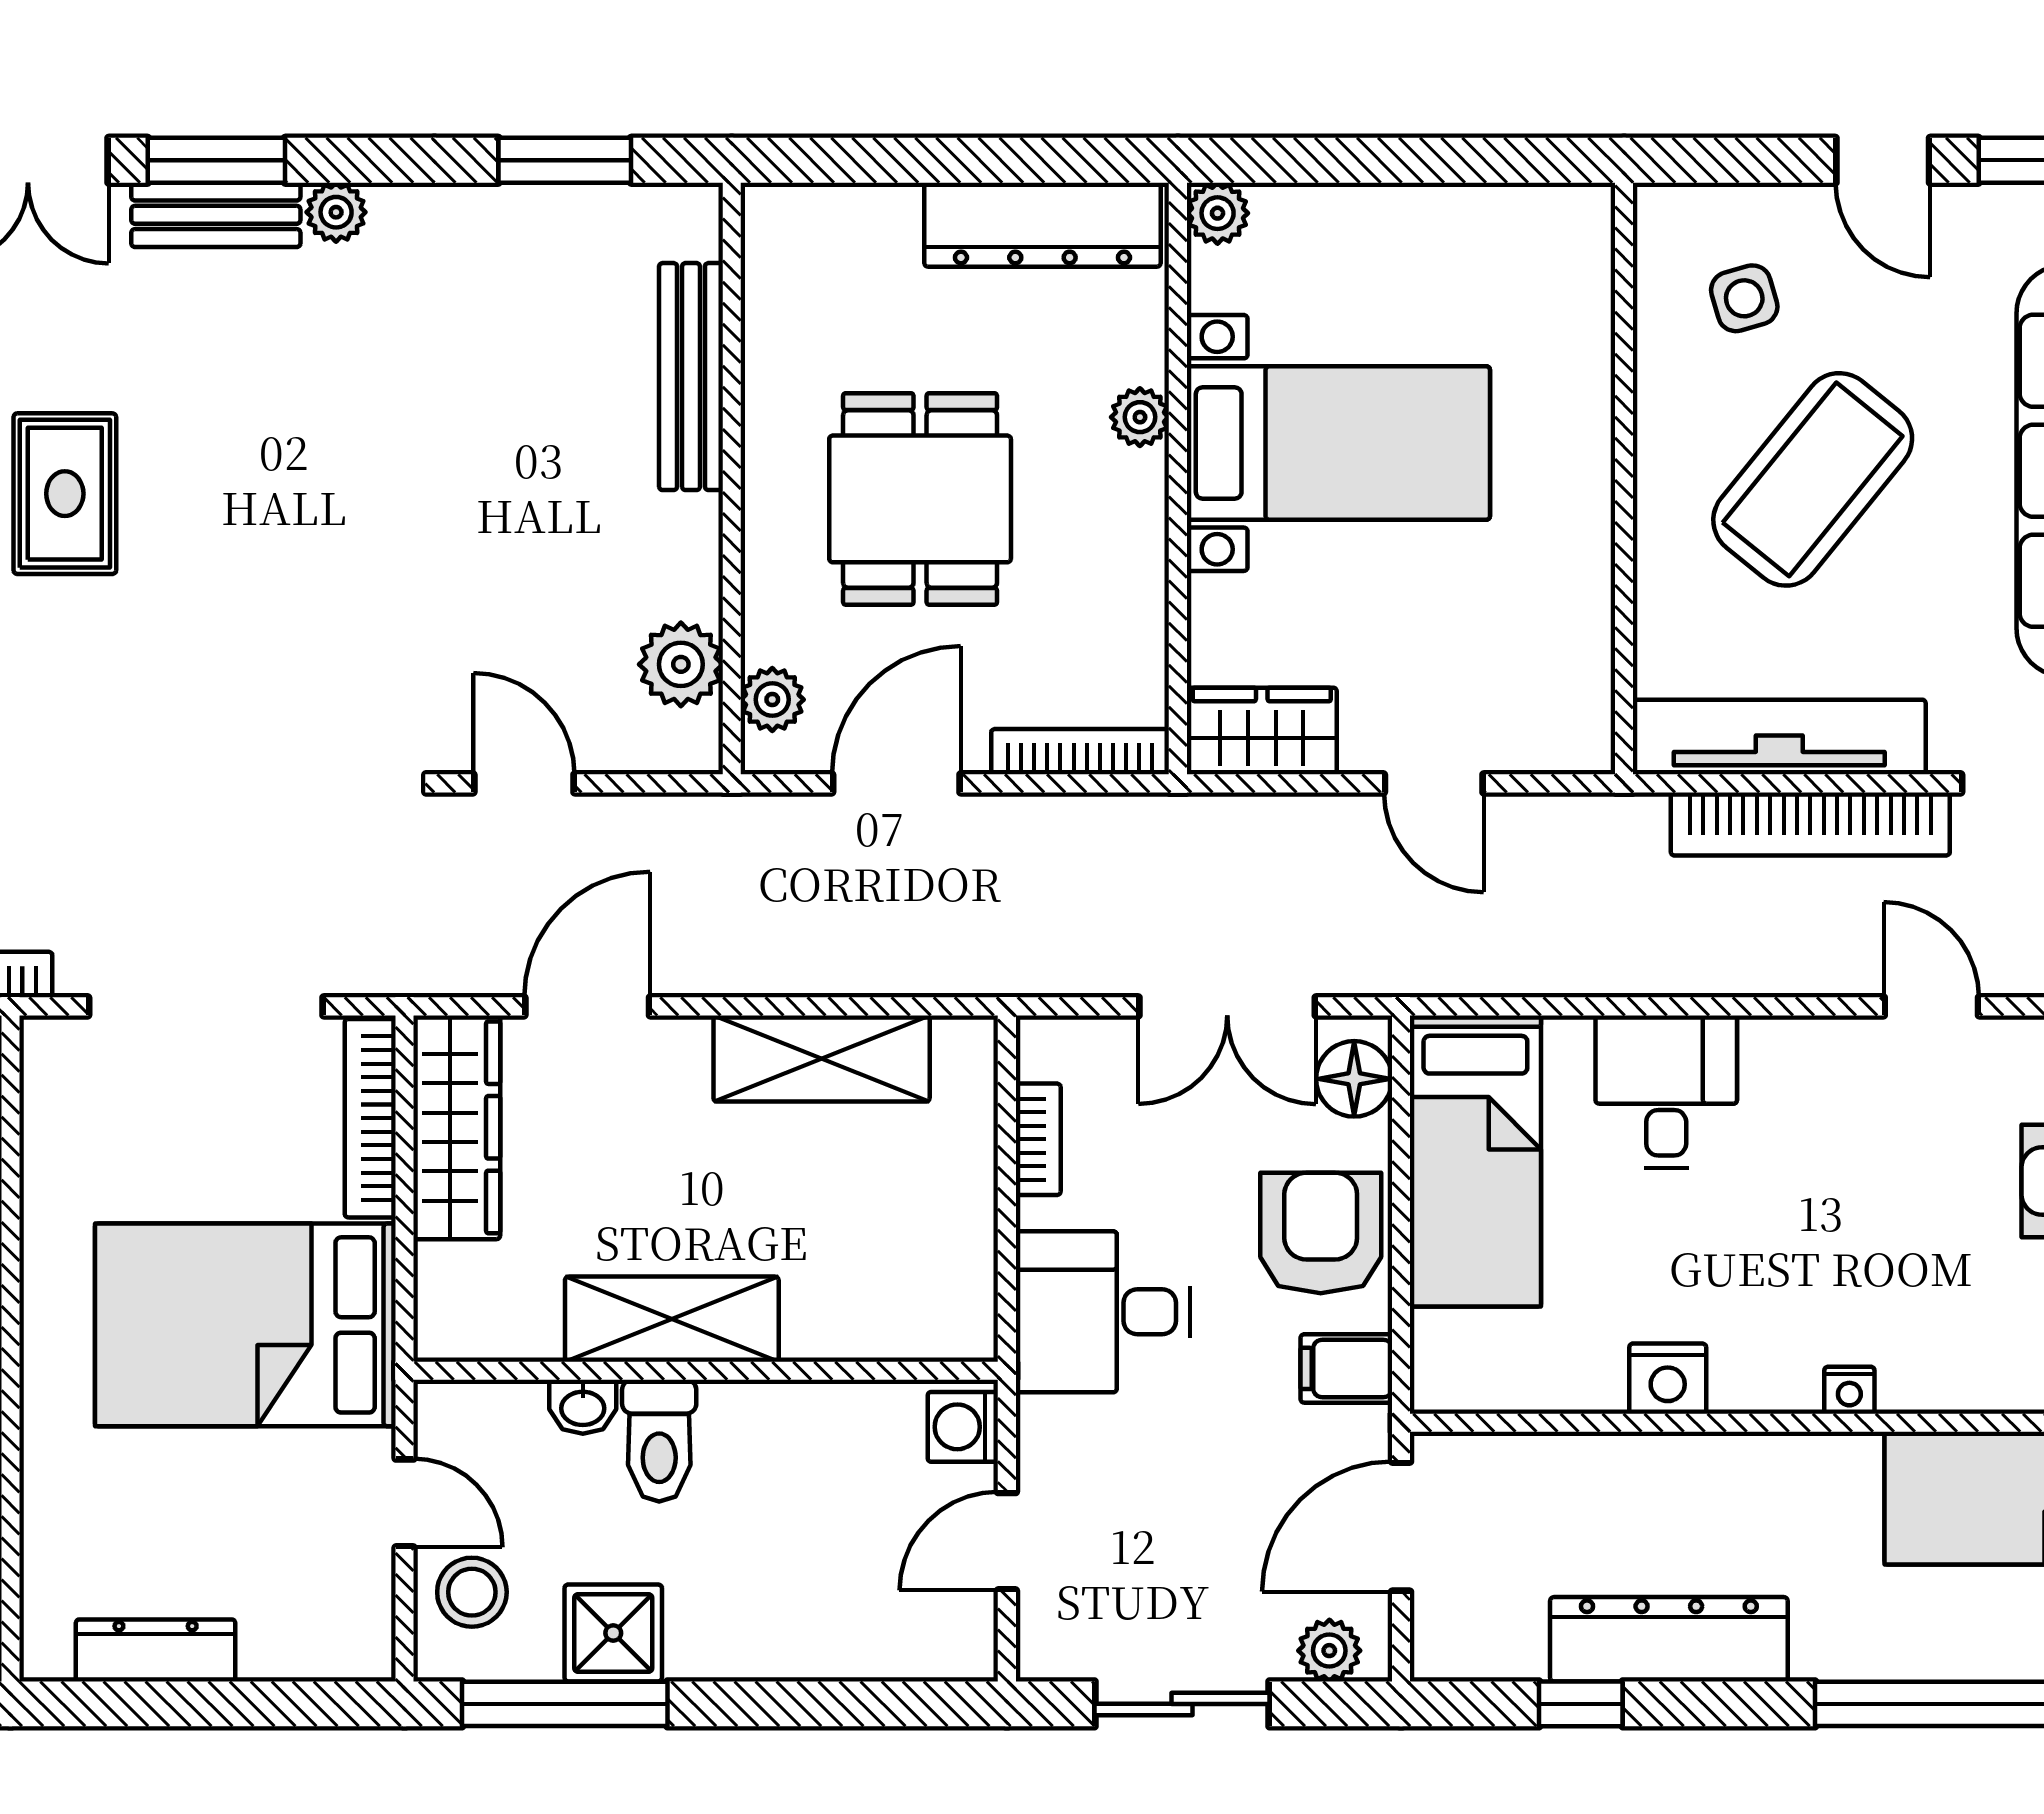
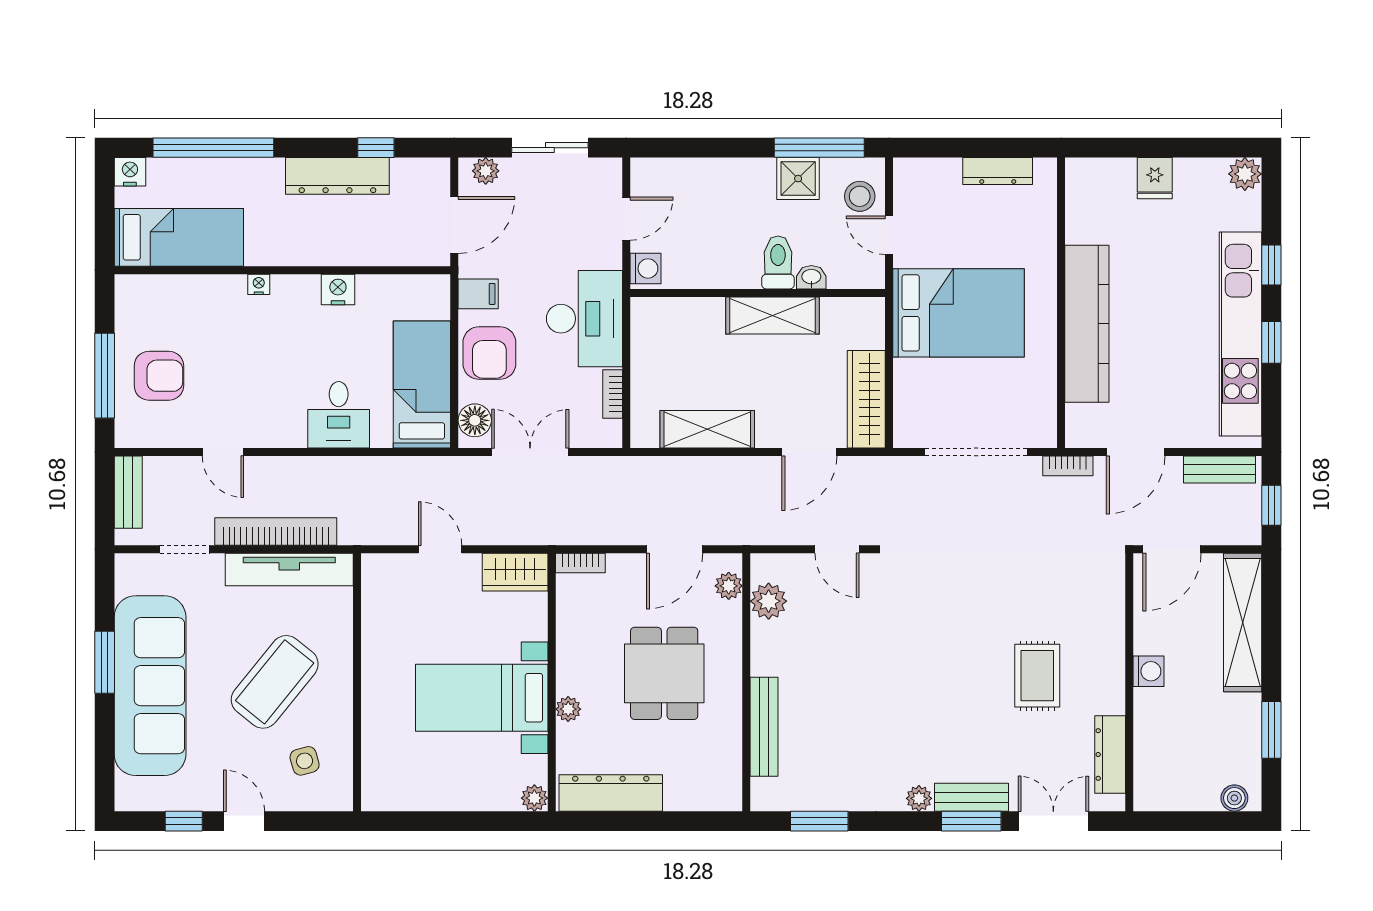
bookcase: (1080, 752) -> (580, 563), width x0.64
bookcase: (370, 1118) -> (904, 403), removed
desk: (1103, 1312) -> (584, 319), width x1.37

